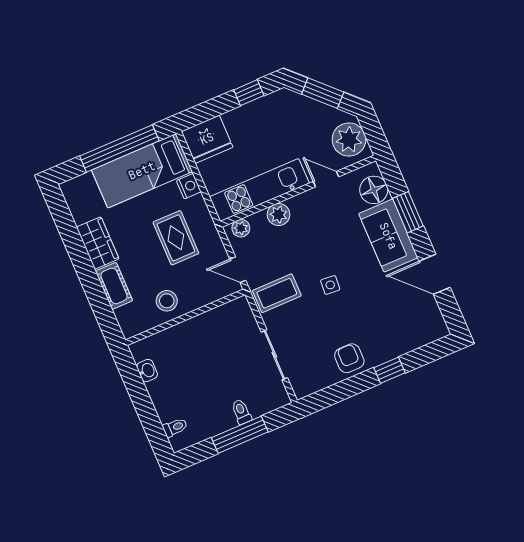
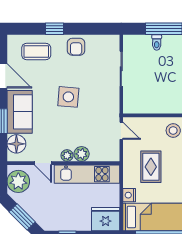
plant: (241, 228) -> (67, 155), moved
side table: (330, 285) -> (68, 97), width x1.87, depth x1.87
coffee table: (277, 293) -> (36, 52), moved

